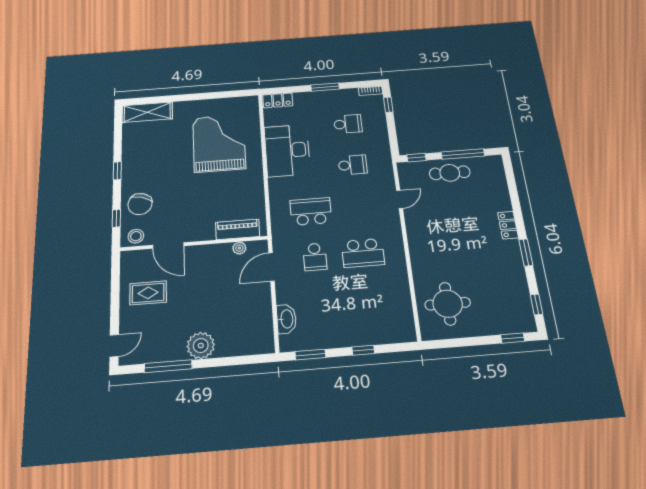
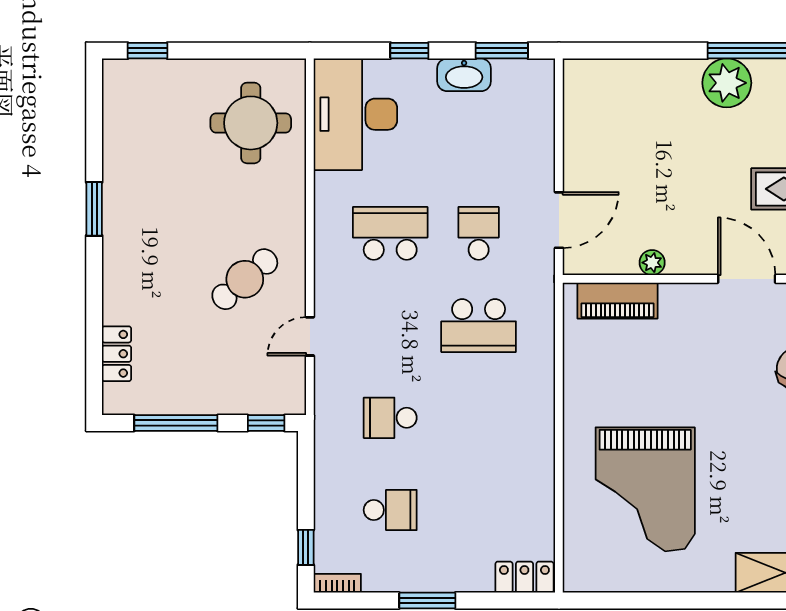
school desk: (348, 124) -> (390, 510), turned 180
desk: (287, 150) -> (355, 114), moved, turned 180
cafe table: (450, 173) -> (245, 279), moved, turned -41
locker: (508, 225) -> (117, 354), moved
plant: (239, 248) -> (652, 263), moved
window: (537, 304) -> (94, 108), removed
washbasin: (286, 319) -> (464, 75), moved, turned -90
plant: (201, 346) -> (727, 83), moved

